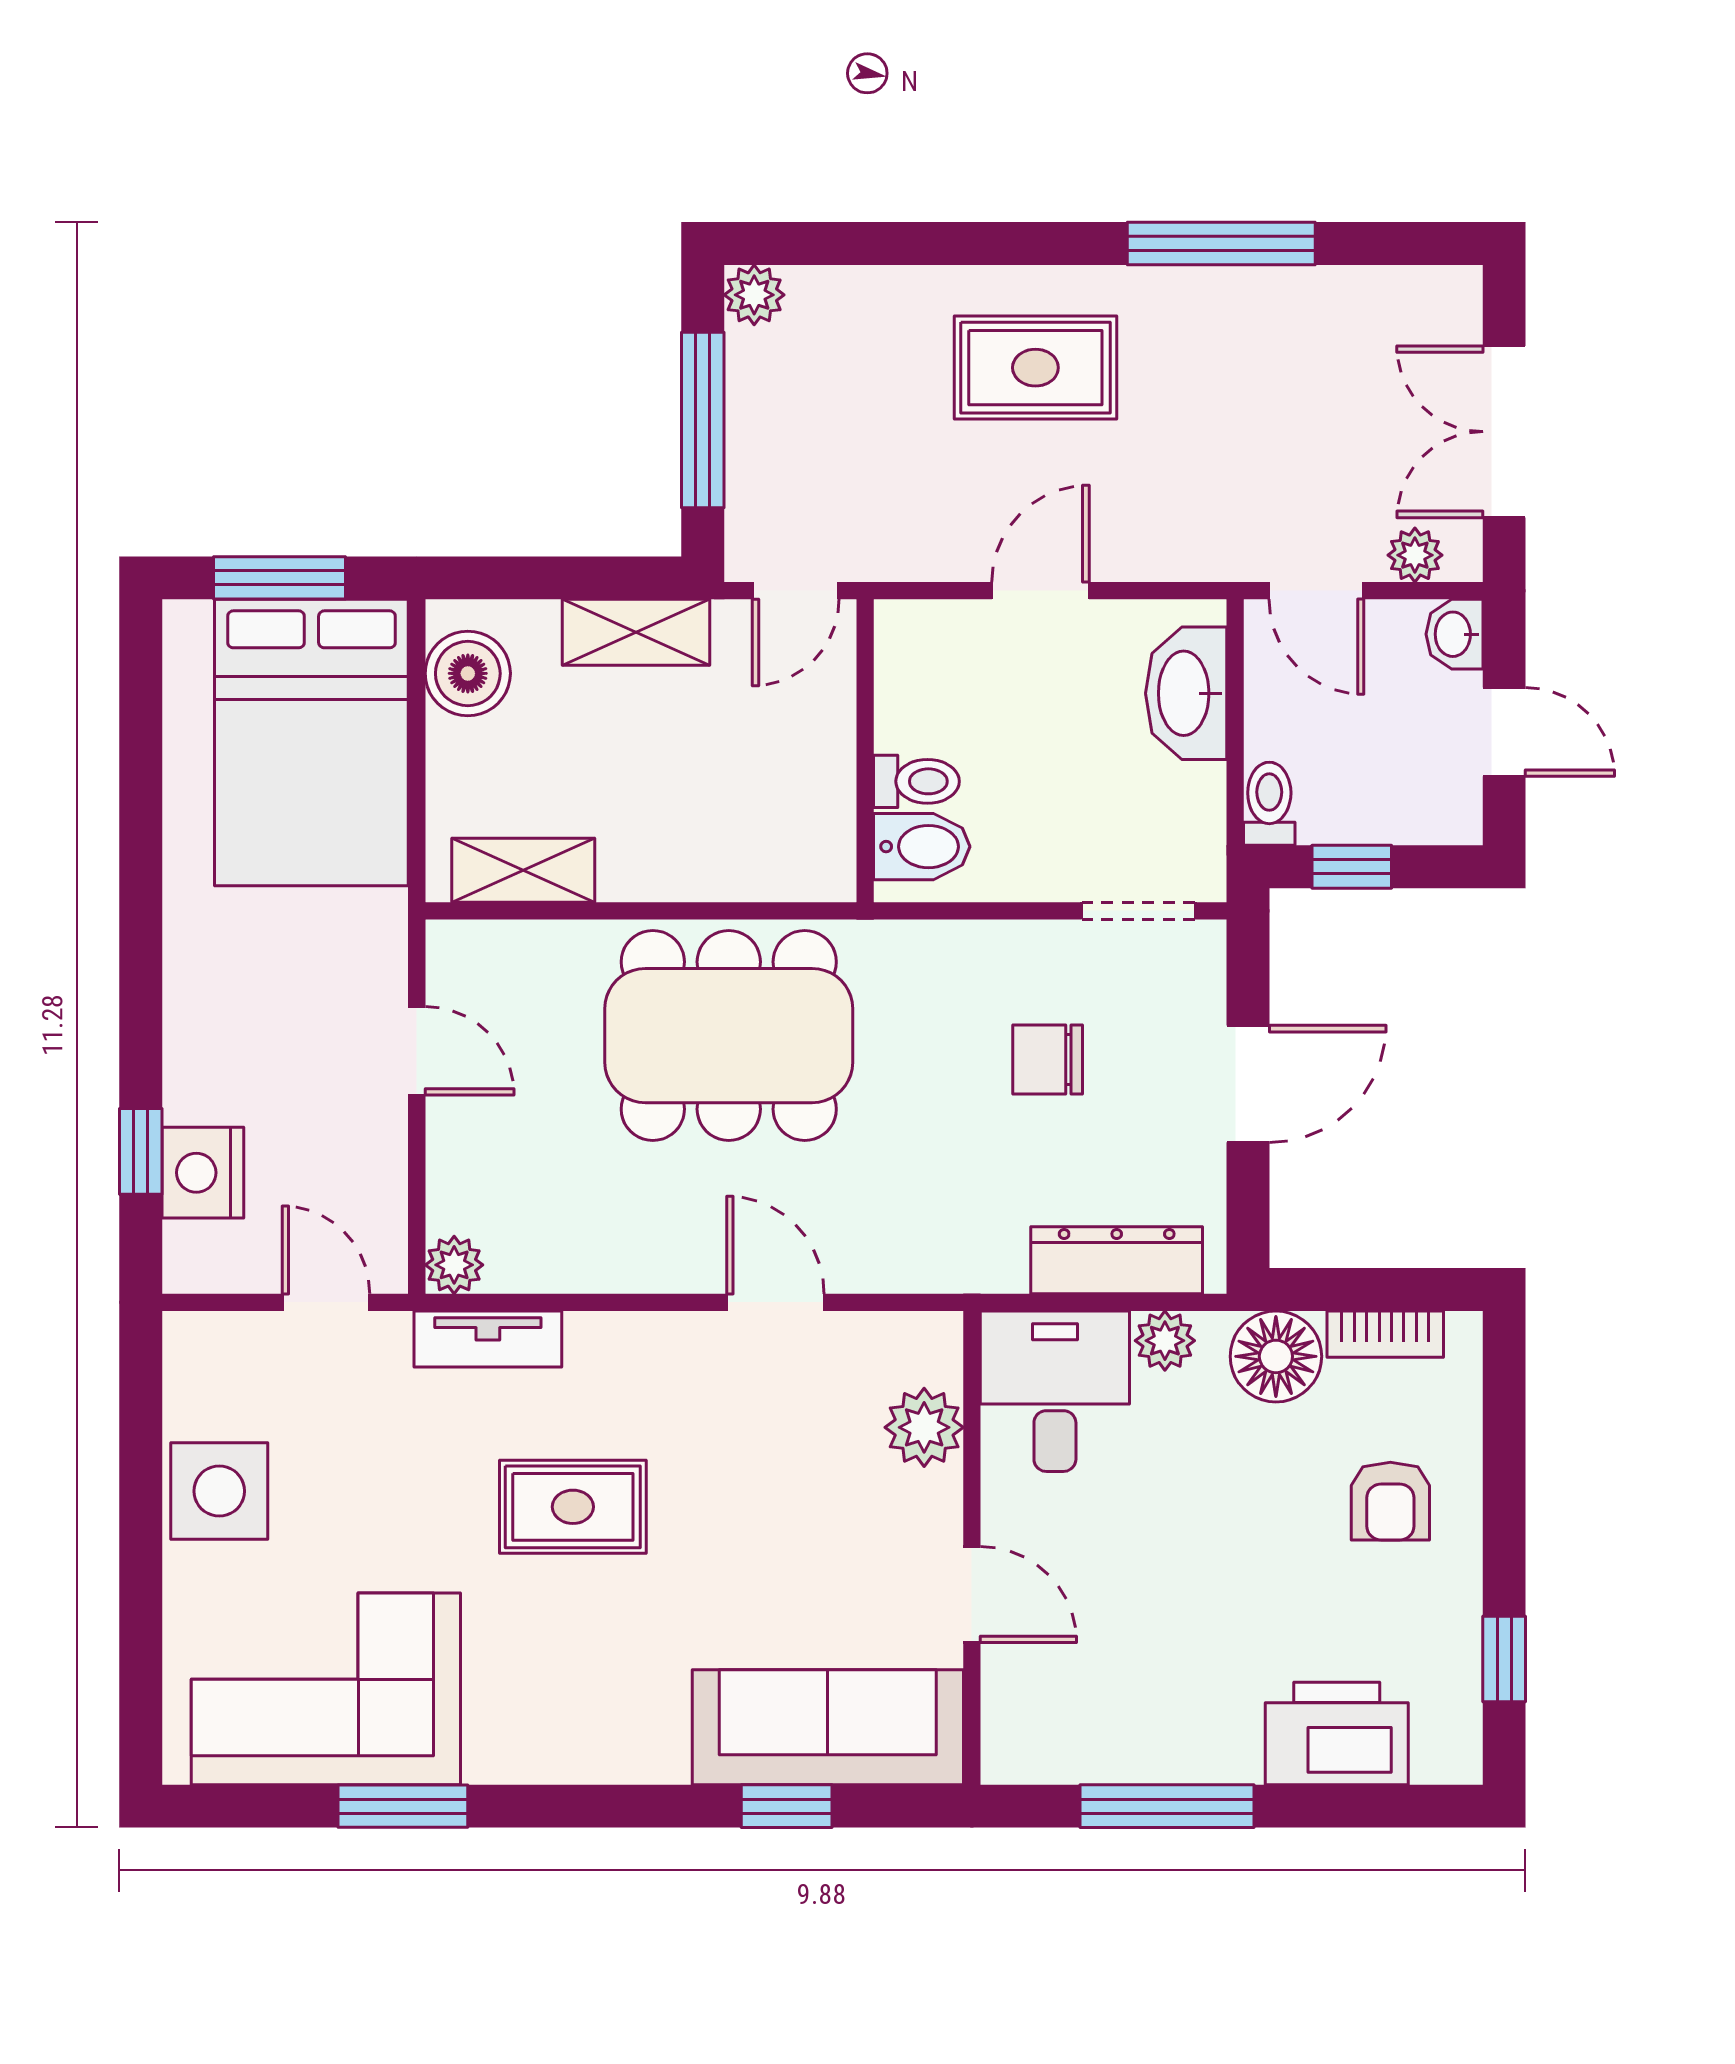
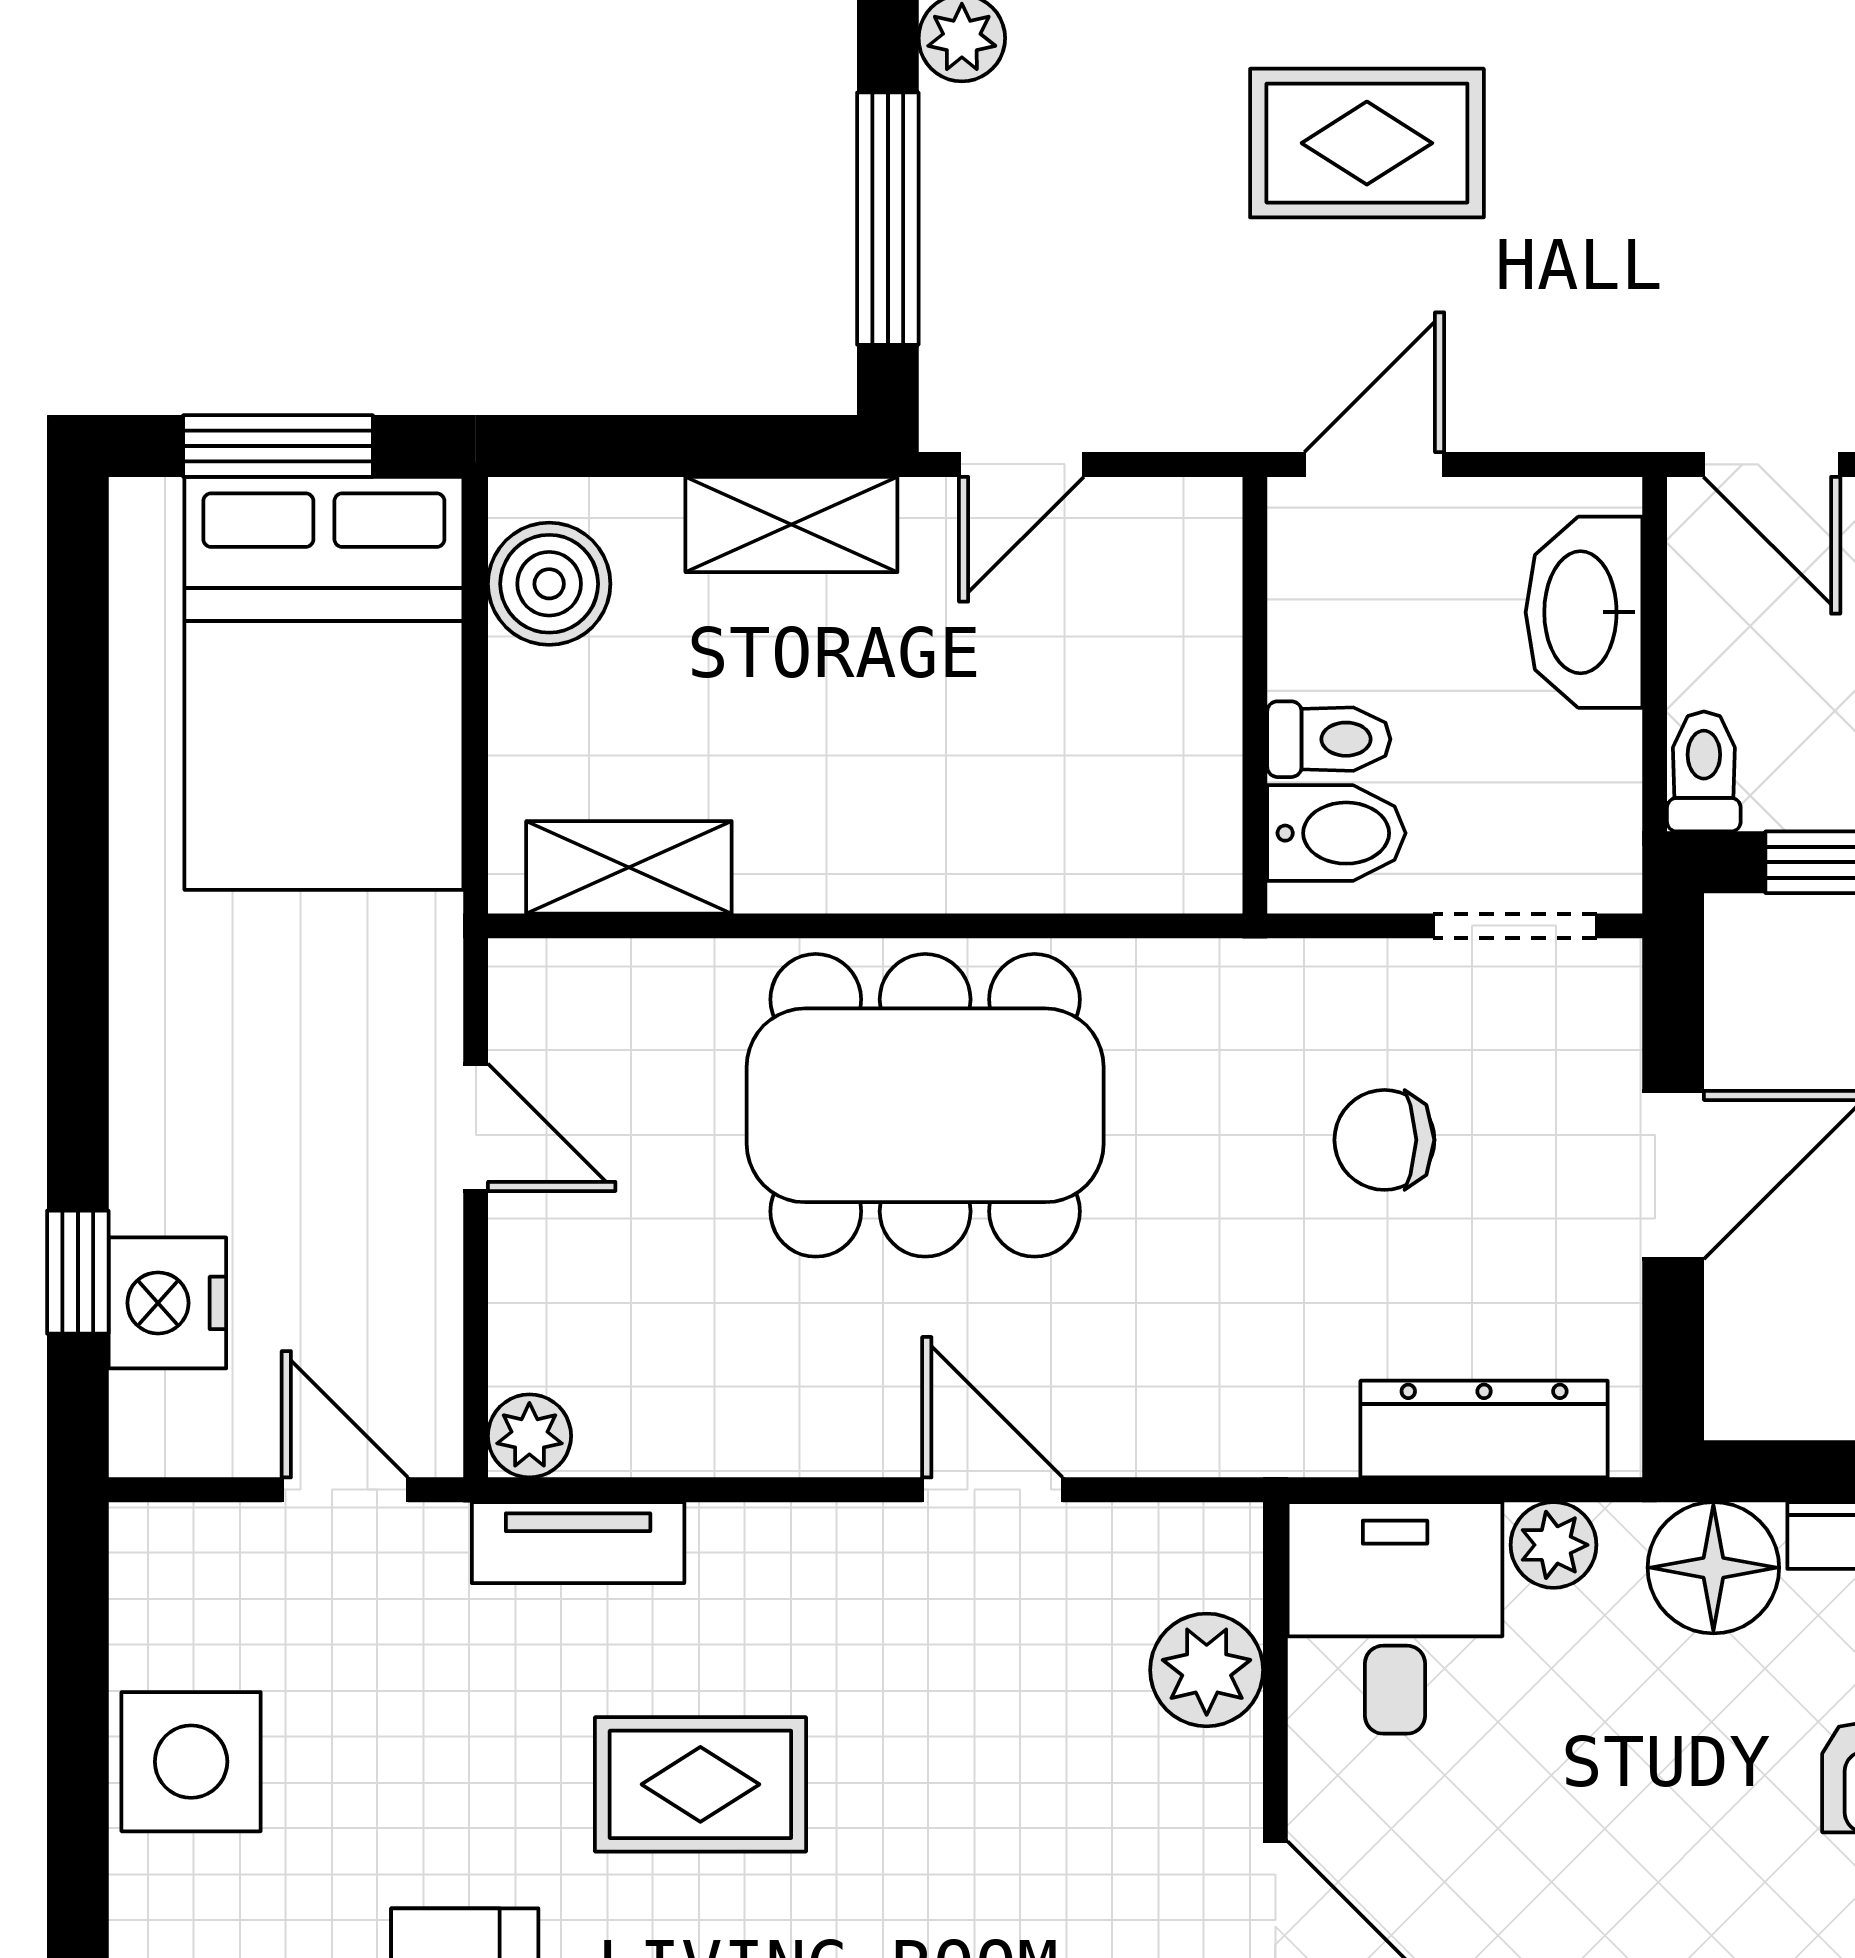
wall: (865, 751) -> (1255, 695), moved
toilet: (916, 781) -> (1329, 739), moved
bidet: (922, 847) -> (1336, 833), moved

